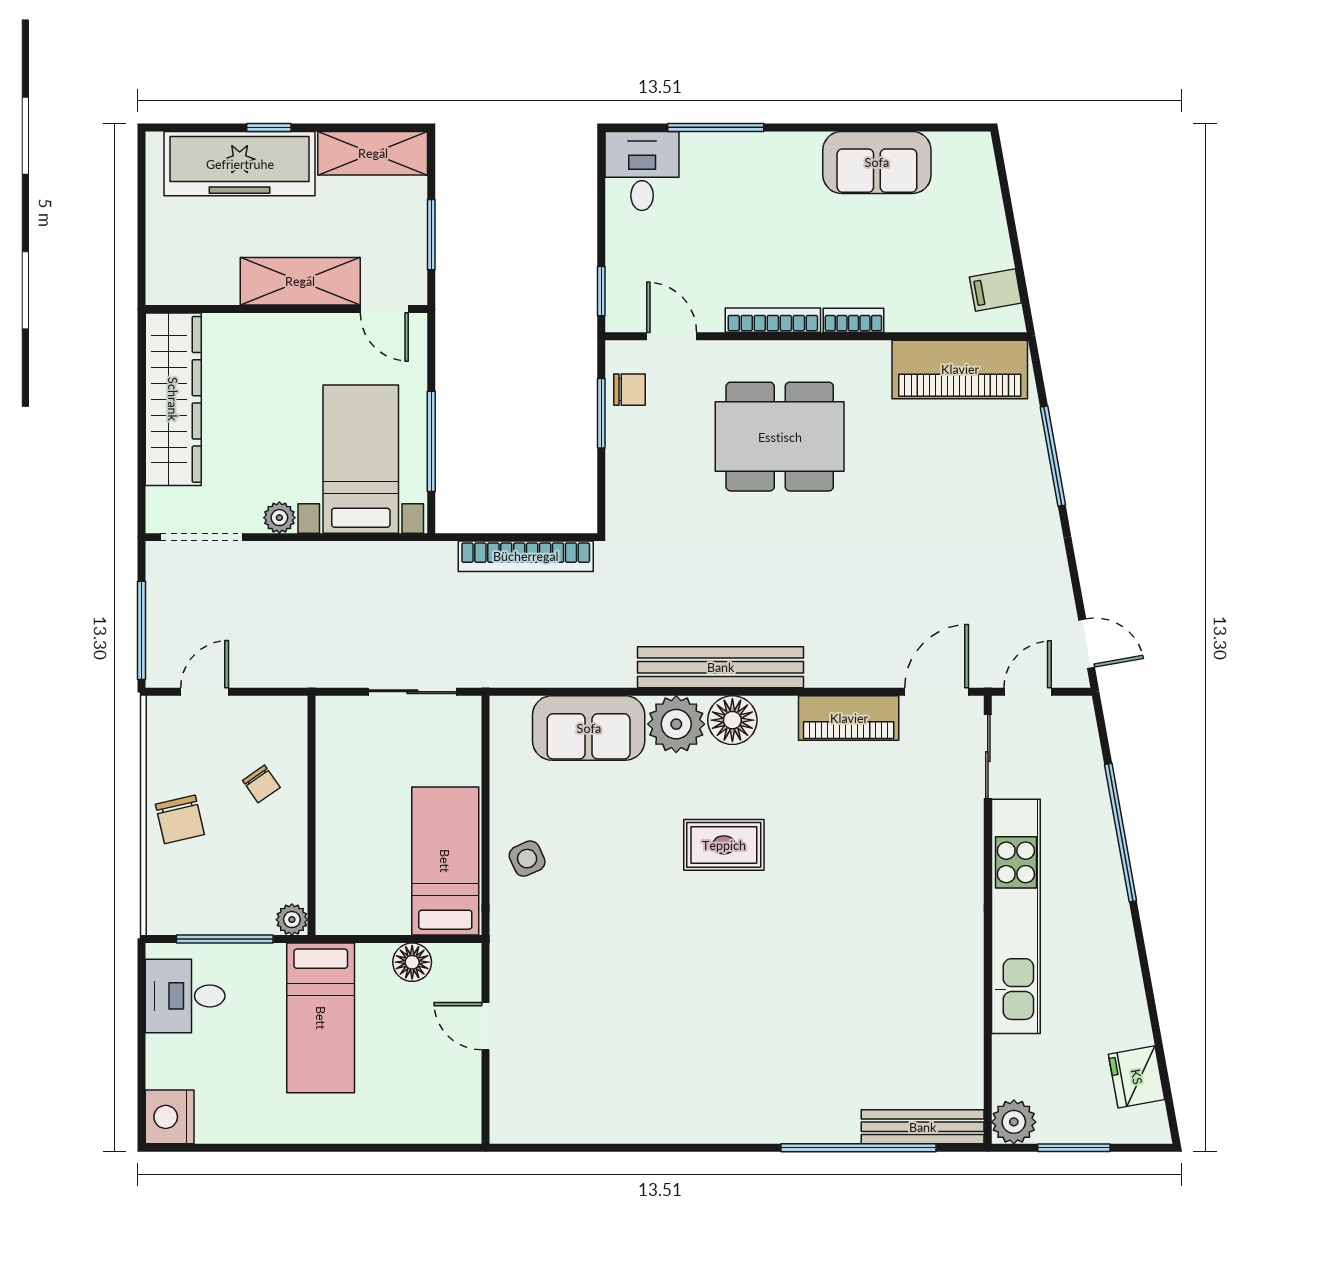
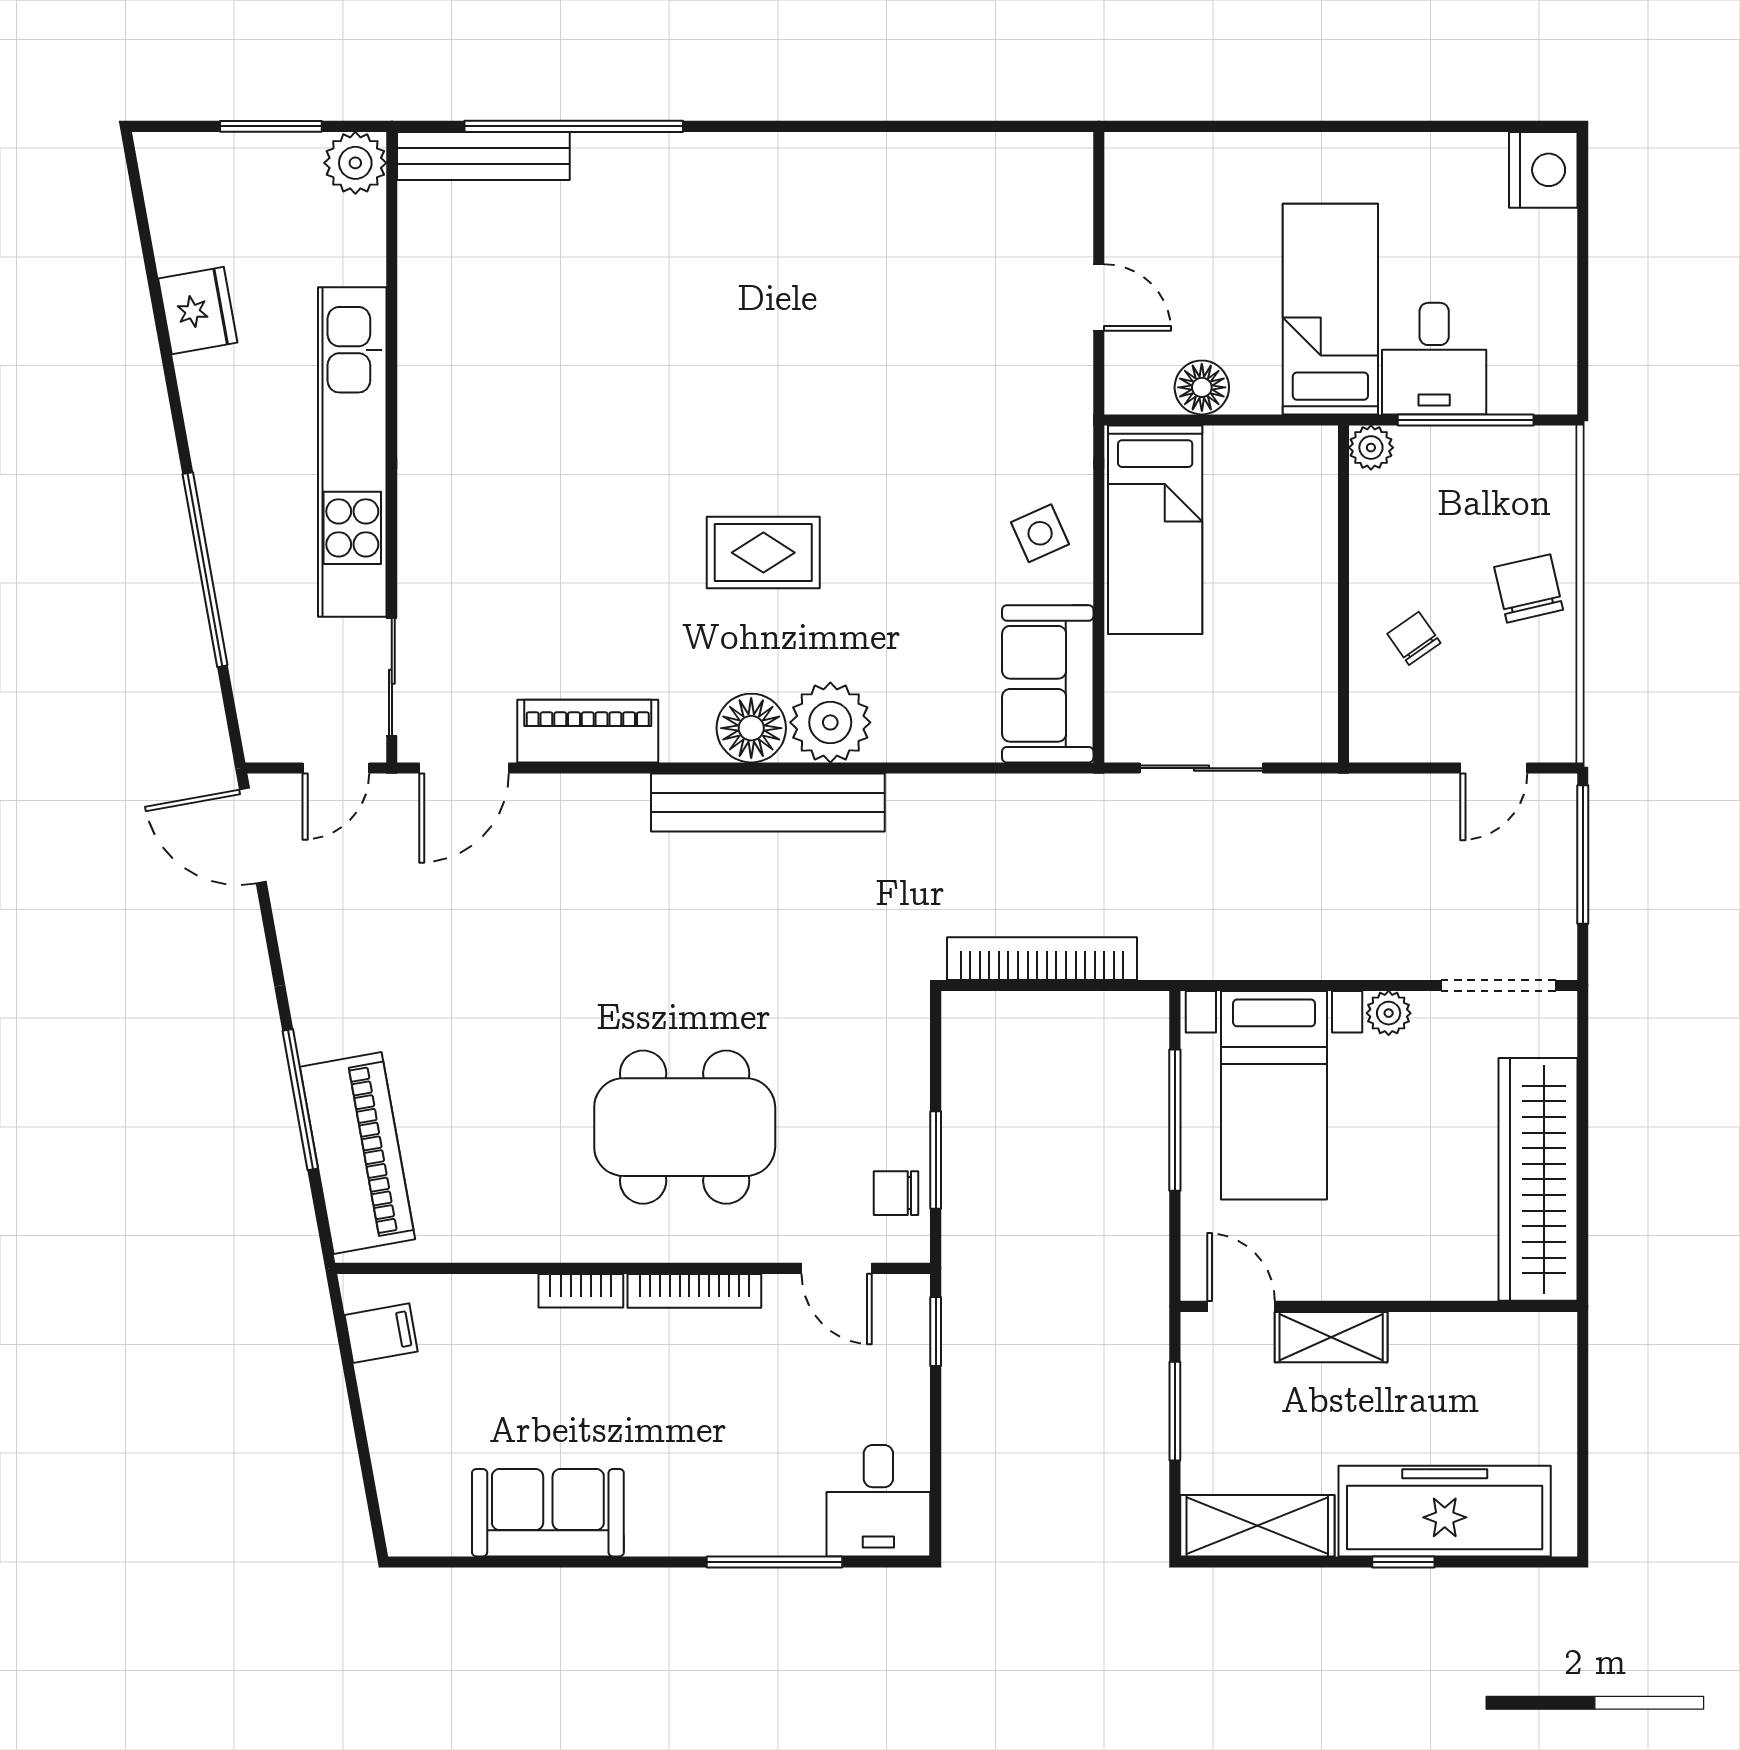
shelving: (300, 281) -> (1331, 1337), width x0.67, depth x0.75
piano: (960, 369) -> (357, 1153), moved, turned 80
door: (1087, 644) -> (253, 836), width x1.38
sofa: (589, 728) -> (1048, 684), moved, turned -90
desk: (185, 996) -> (1434, 359), moved, turned 90
fridge: (1137, 1077) -> (198, 311), moved

